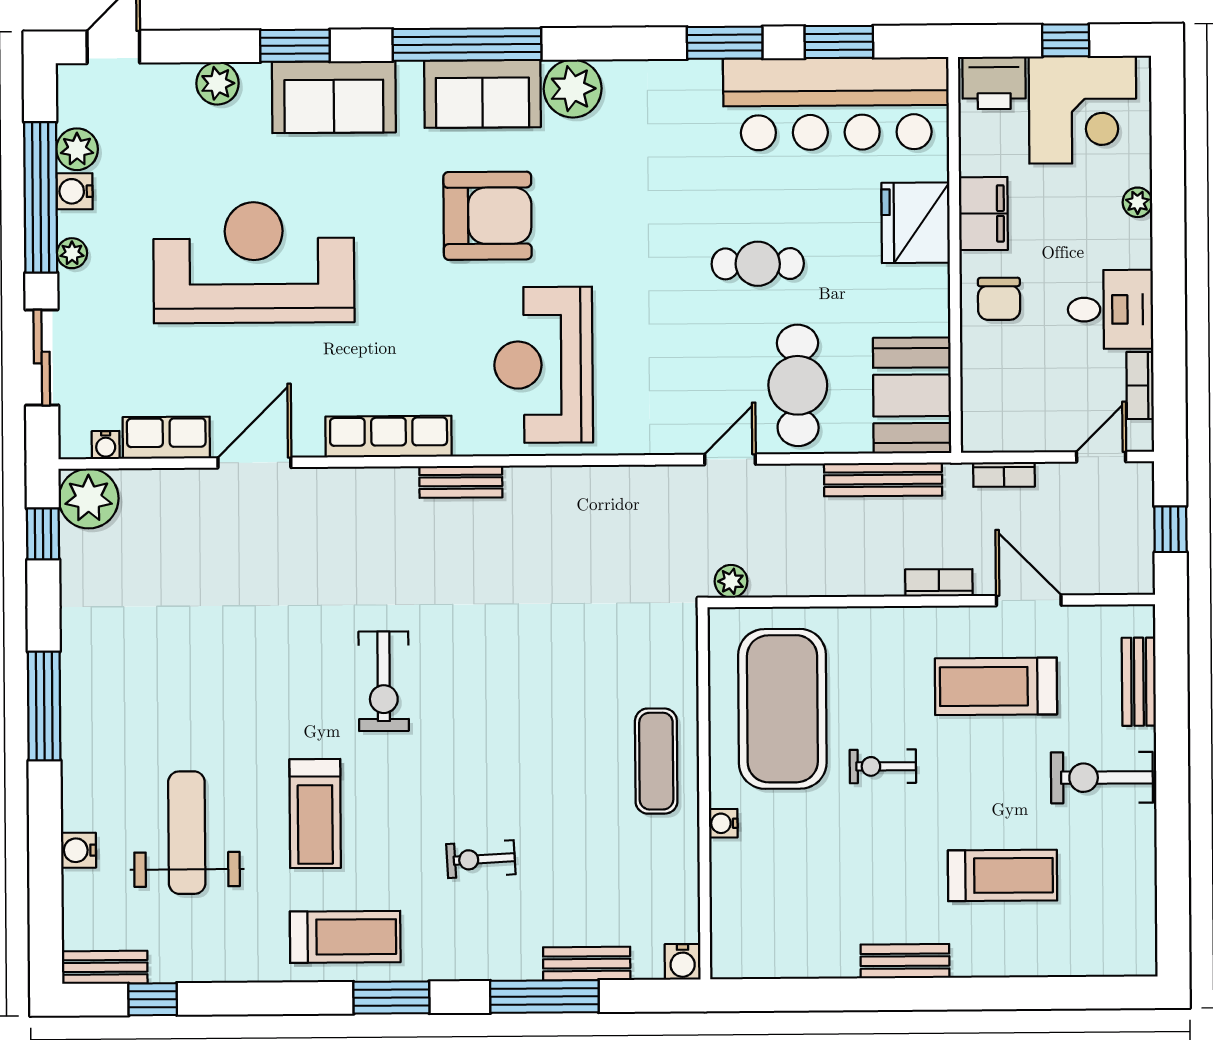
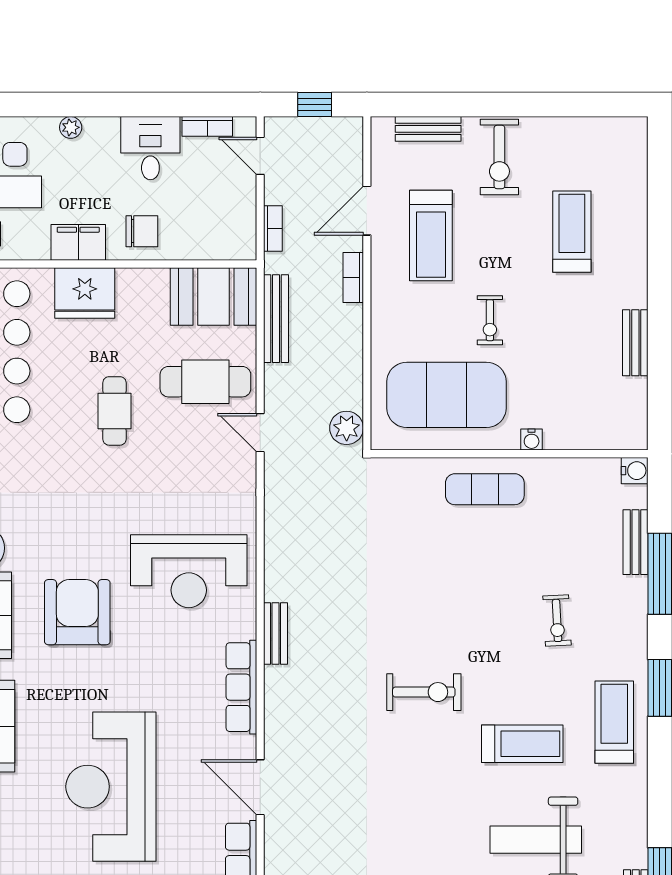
plant: (731, 581) -> (347, 428), width x1.38, depth x1.38
bench: (905, 961) -> (635, 343), moved

